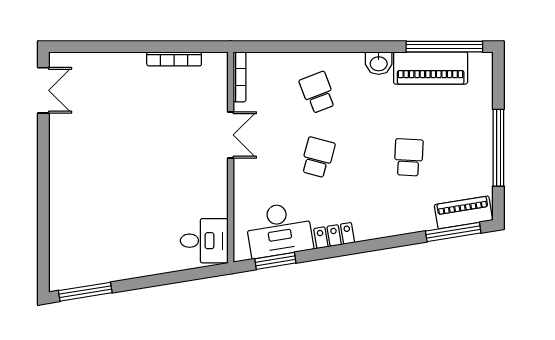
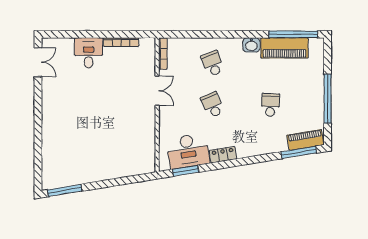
school desk: (318, 157) -> (213, 105), turned -39
desk: (204, 241) -> (89, 53), moved, turned -90

